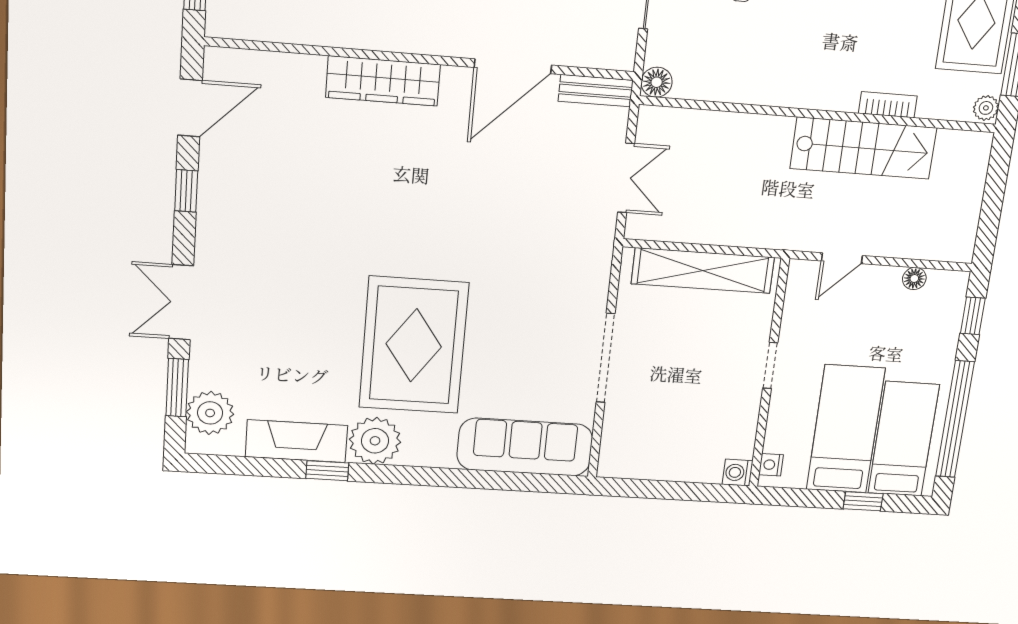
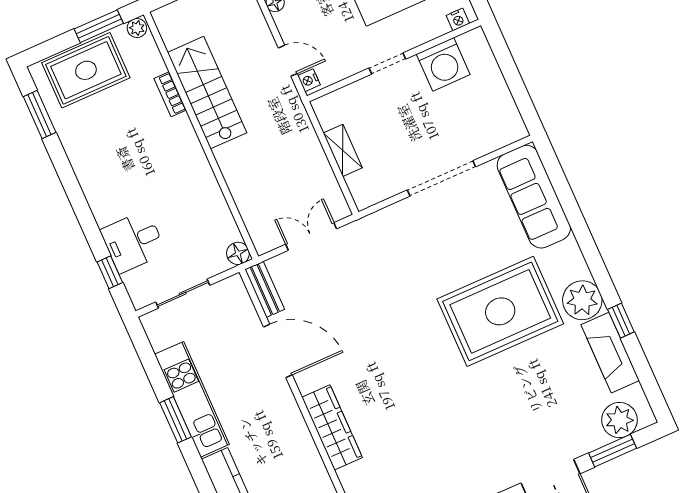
shelving: (703, 270) -> (343, 150), width x0.45, depth x0.75
nightstand: (805, 270) -> (309, 80), added
washing machine: (738, 473) -> (443, 64), moved, width x1.89, depth x1.89

